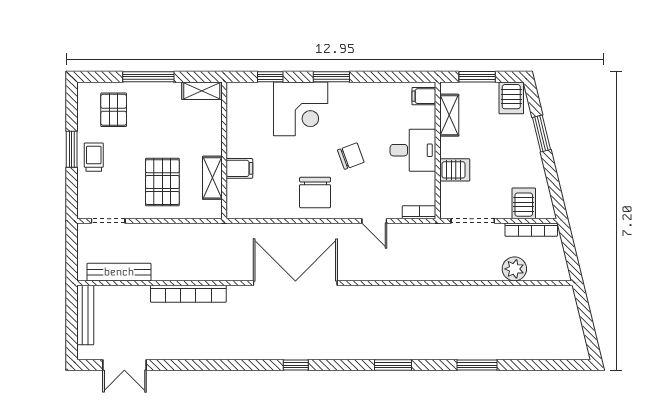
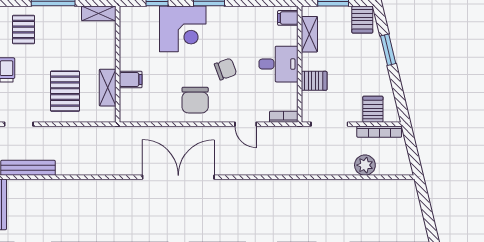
bookcase: (188, 294) -> (87, 186), removed

